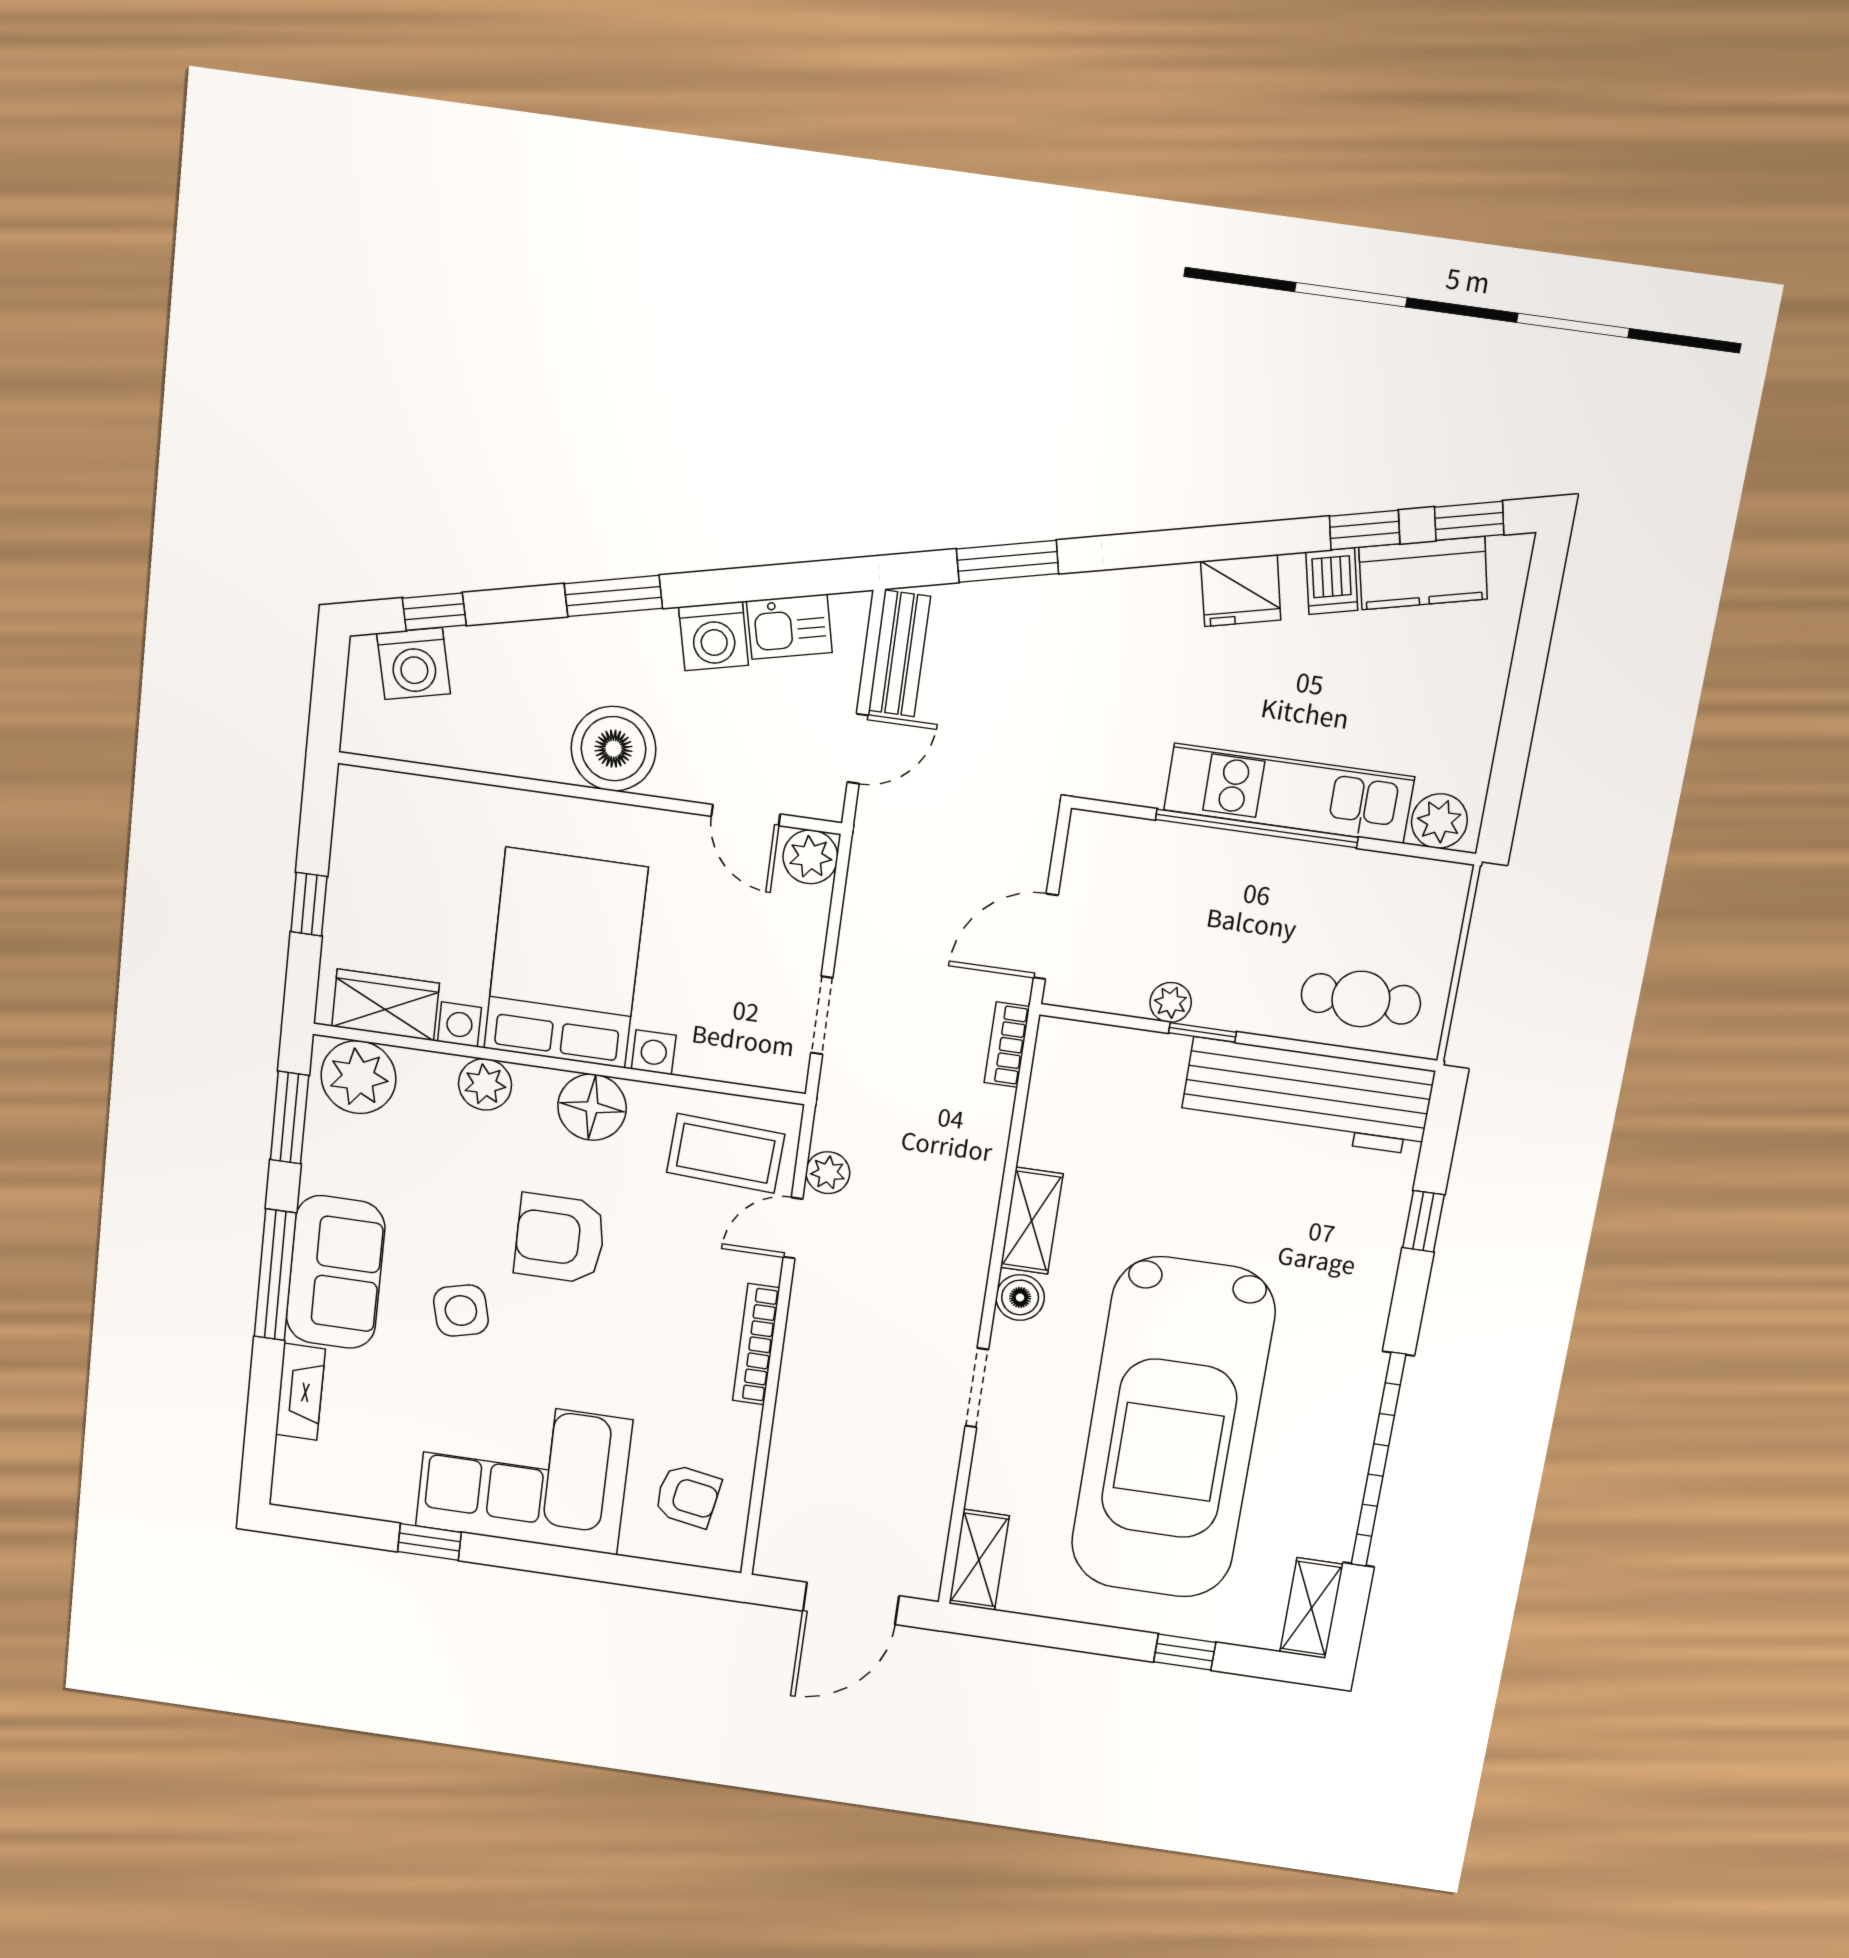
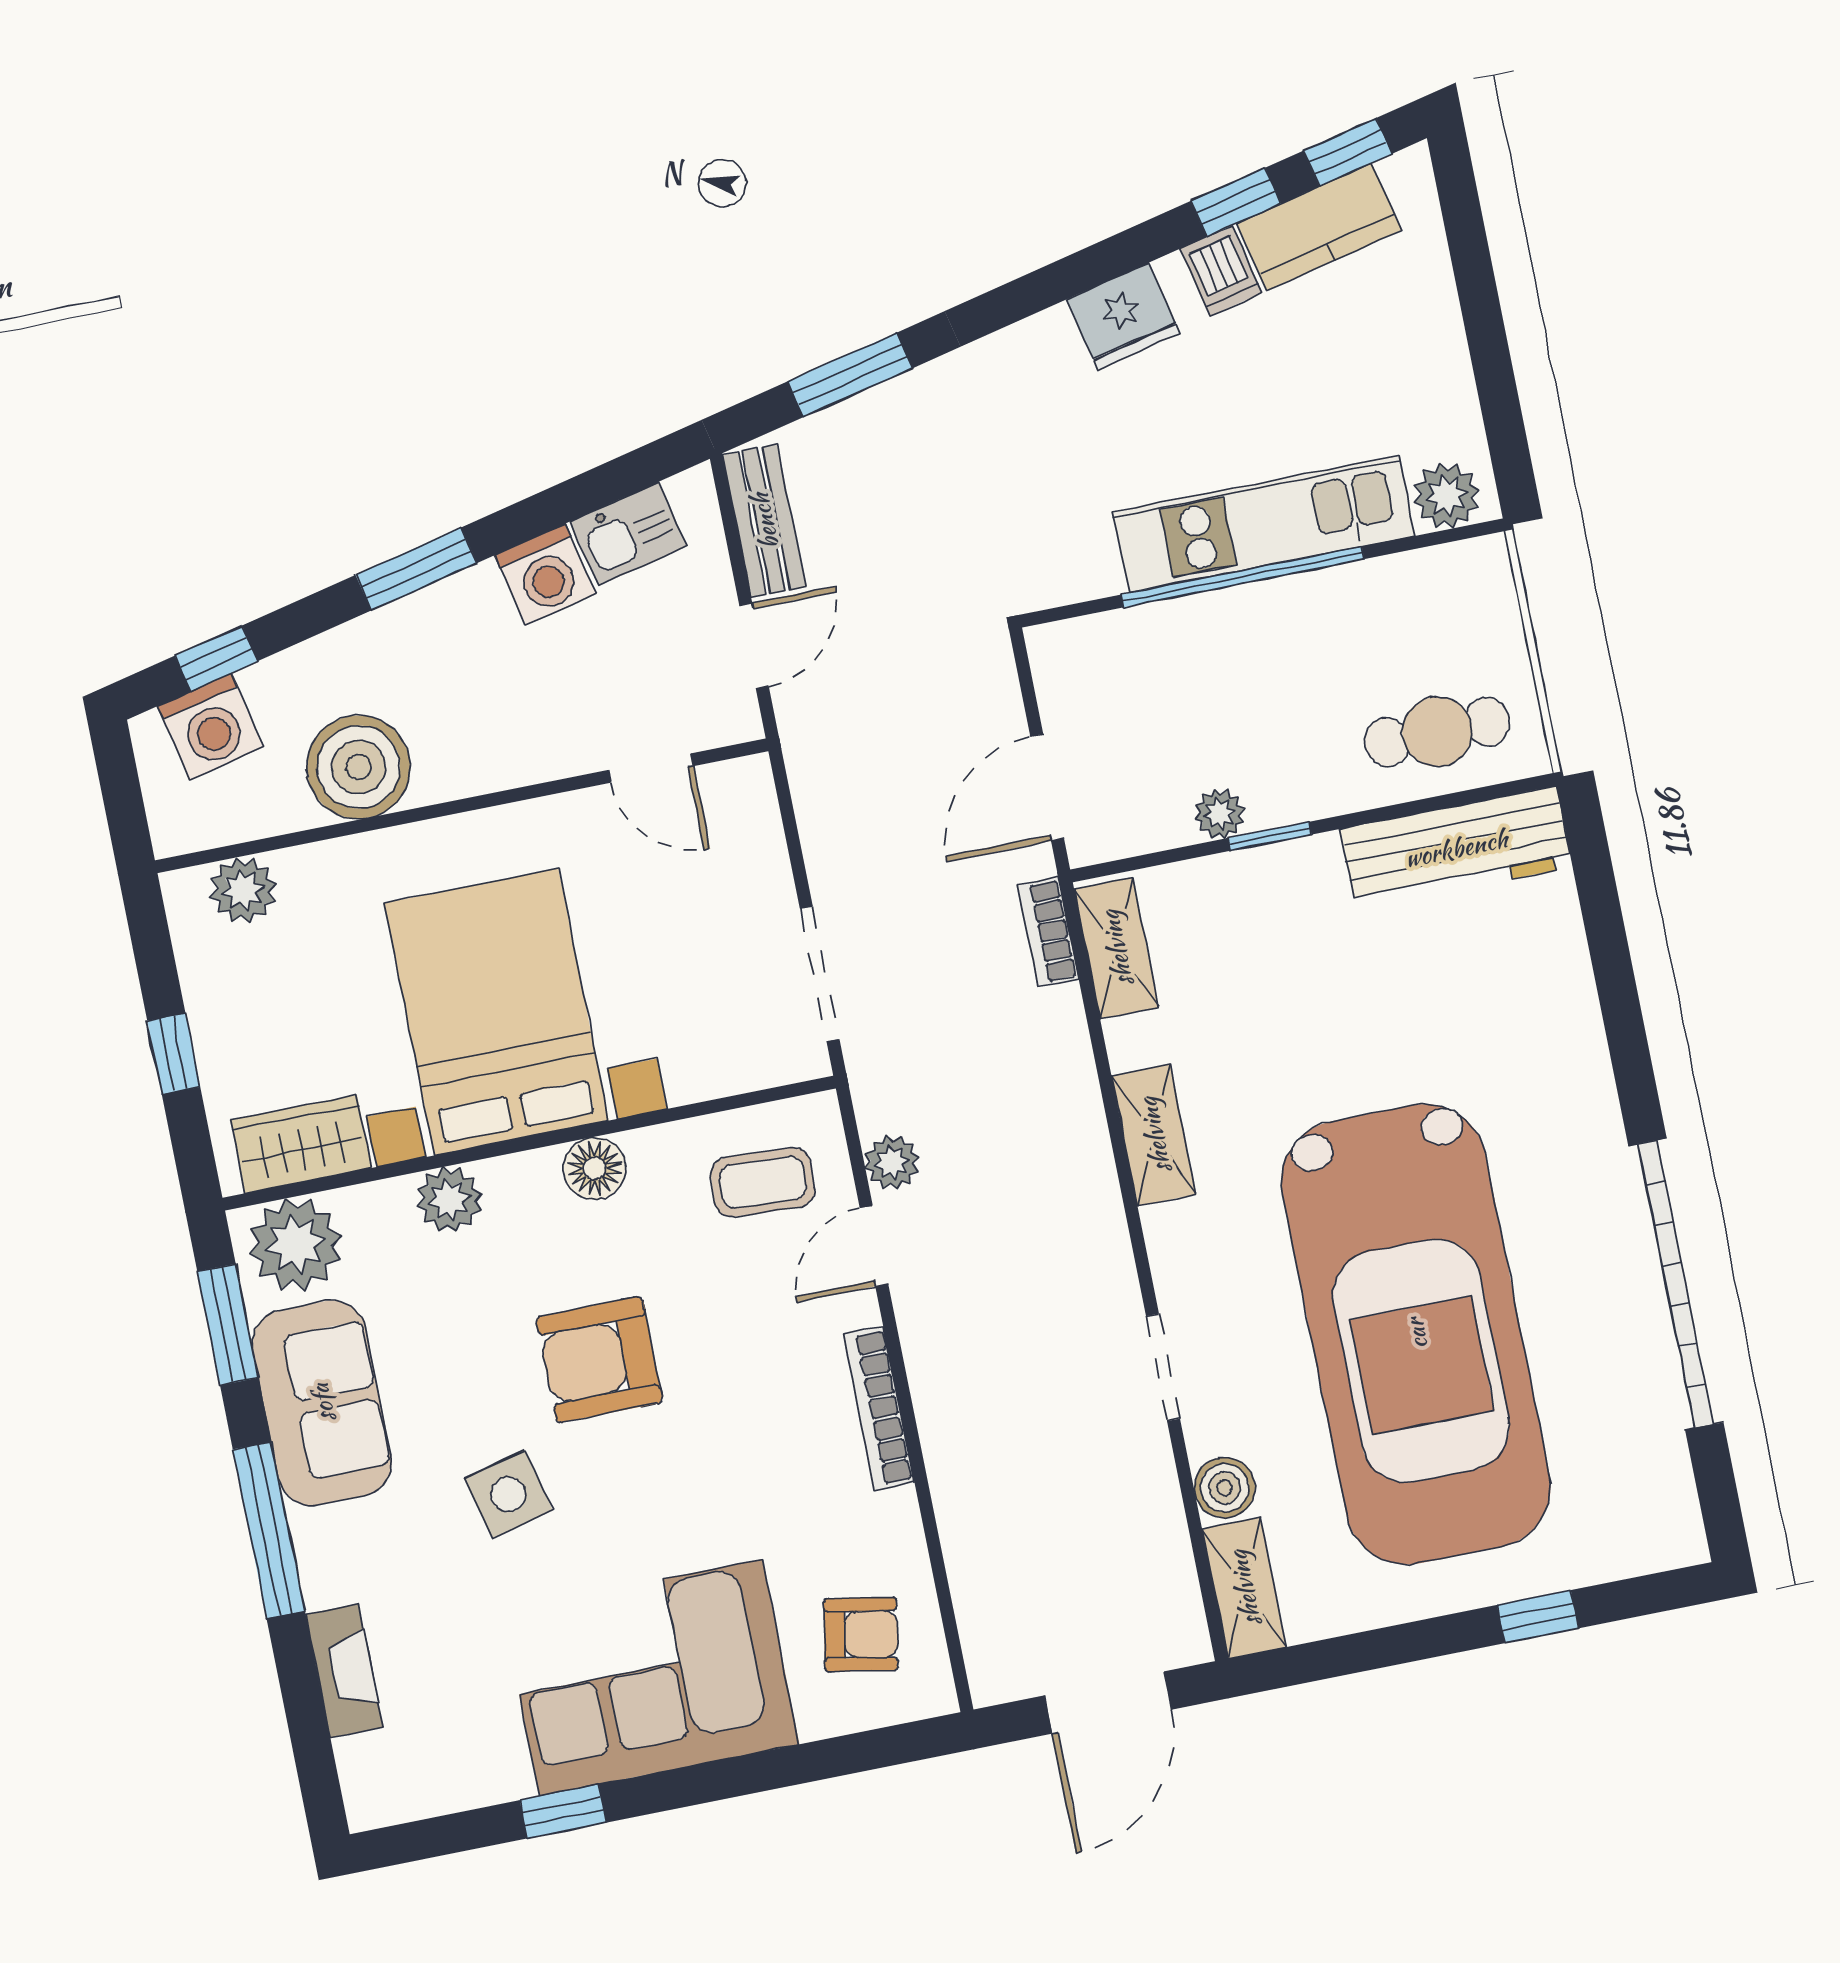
boiler: (613, 749) -> (359, 767), moved
plant: (810, 857) -> (243, 890), moved
doorway: (822, 1015) -> (820, 974), width x1.38
workbench: (1307, 1096) -> (1456, 848), width x0.73, depth x0.76
floor lamp: (592, 1107) -> (595, 1168), width x0.73, depth x0.73
coffee table: (726, 1153) -> (763, 1182), width x0.73, depth x0.77
window: (1423, 1221) -> (1613, 970), removed
sofa: (336, 1272) -> (322, 1403), moved
boiler: (1020, 1297) -> (1225, 1488), moved
shelving: (1311, 1608) -> (1116, 948), moved

